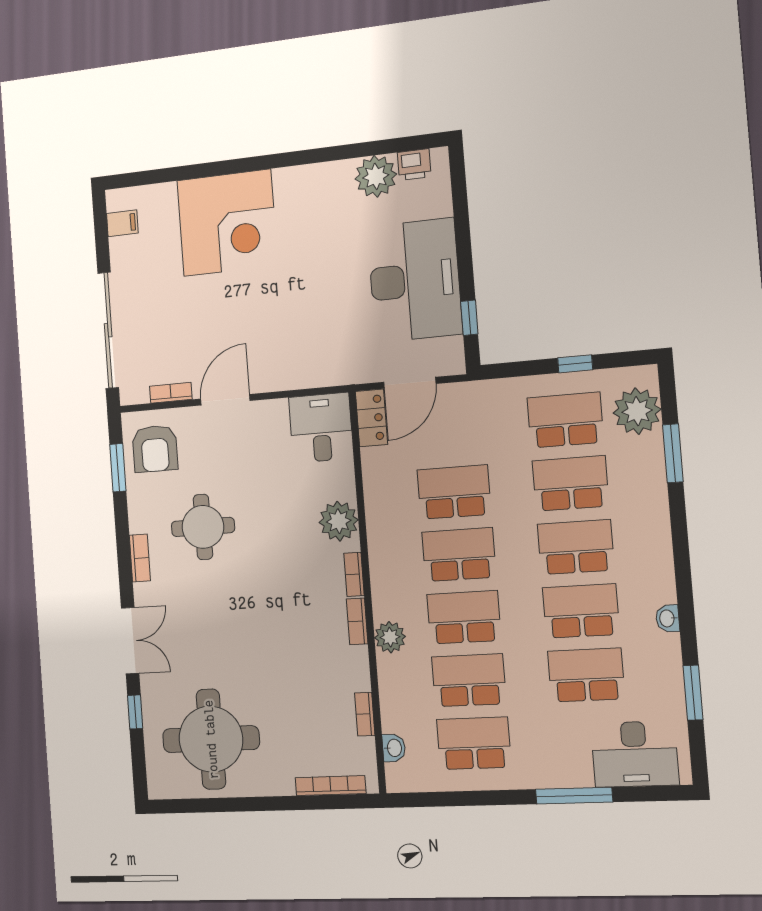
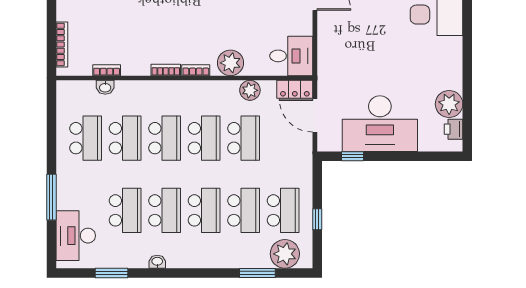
plant: (390, 637) -> (250, 90), moved
washbasin: (394, 748) -> (105, 87), moved

